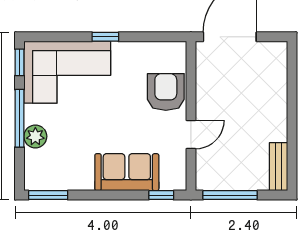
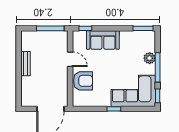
armchair: (166, 92) -> (83, 81), turned -90
door: (191, 134) -> (70, 59), swing flipped
bench: (278, 167) -> (26, 64), moved

